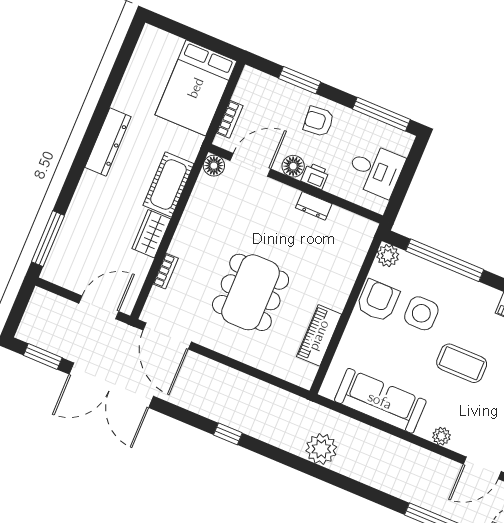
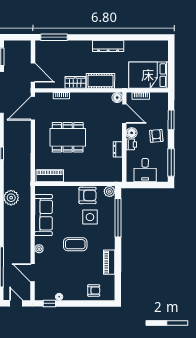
piano: (319, 335) -> (50, 176), moved
coffee table: (462, 363) -> (75, 244), turned 90

